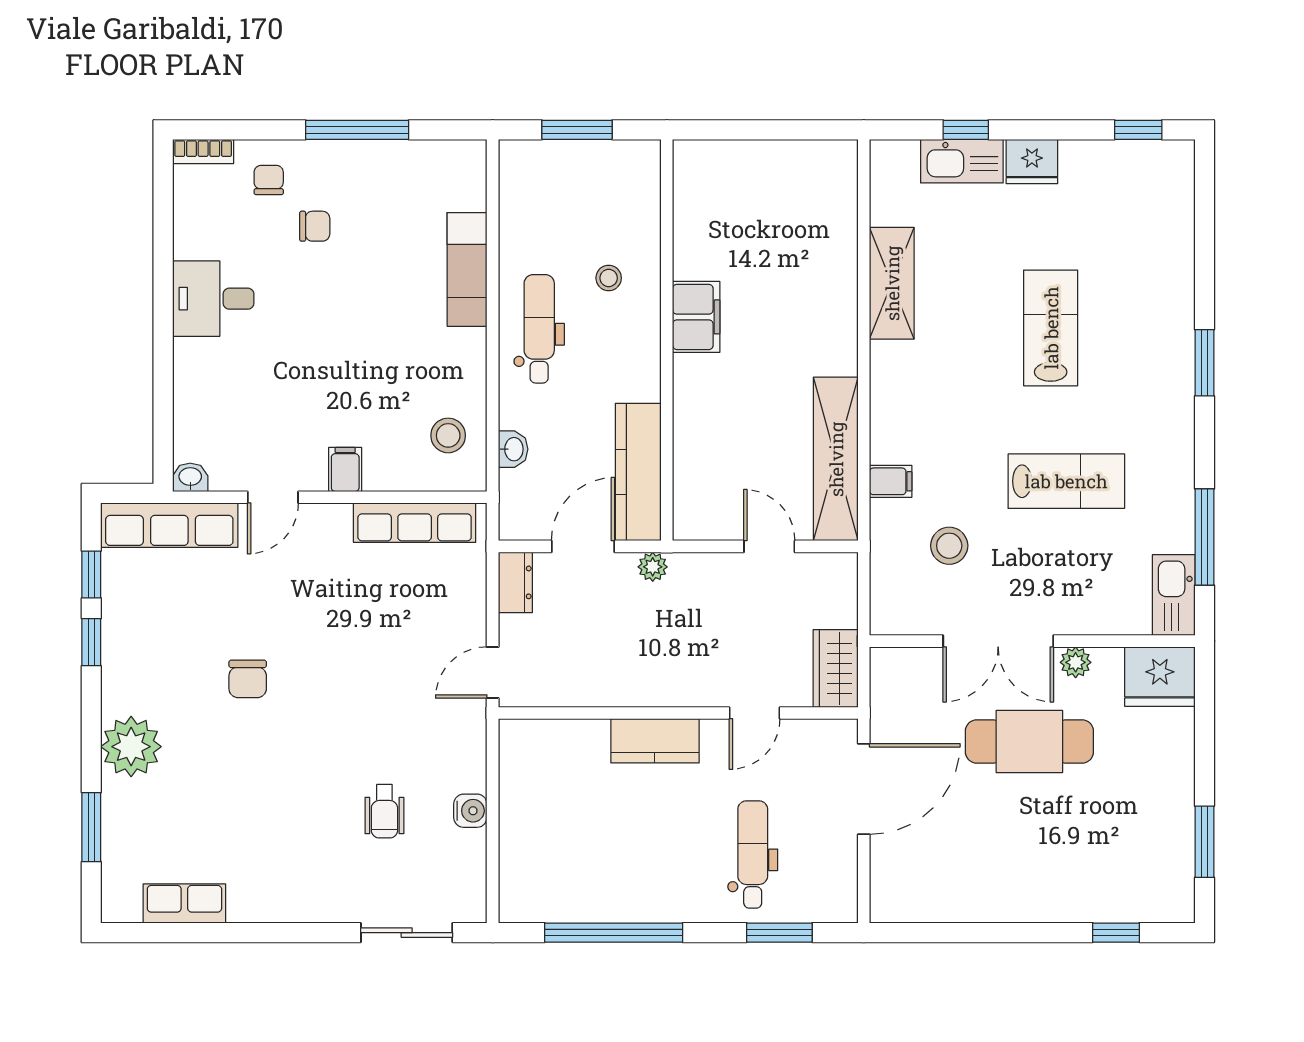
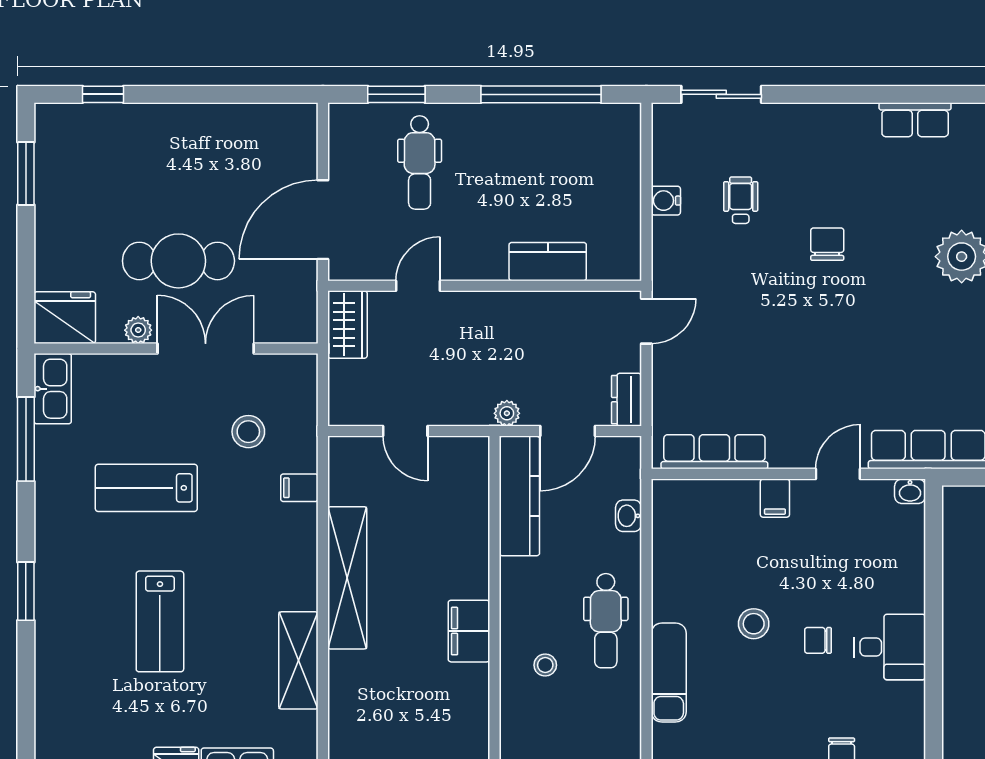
chair: (315, 226) -> (818, 640), moved
stool: (448, 435) -> (754, 624), moved
shelving: (836, 459) -> (347, 578), moved
chair: (248, 679) -> (827, 244), moved
kitchen counter: (655, 741) -> (548, 262), moved

